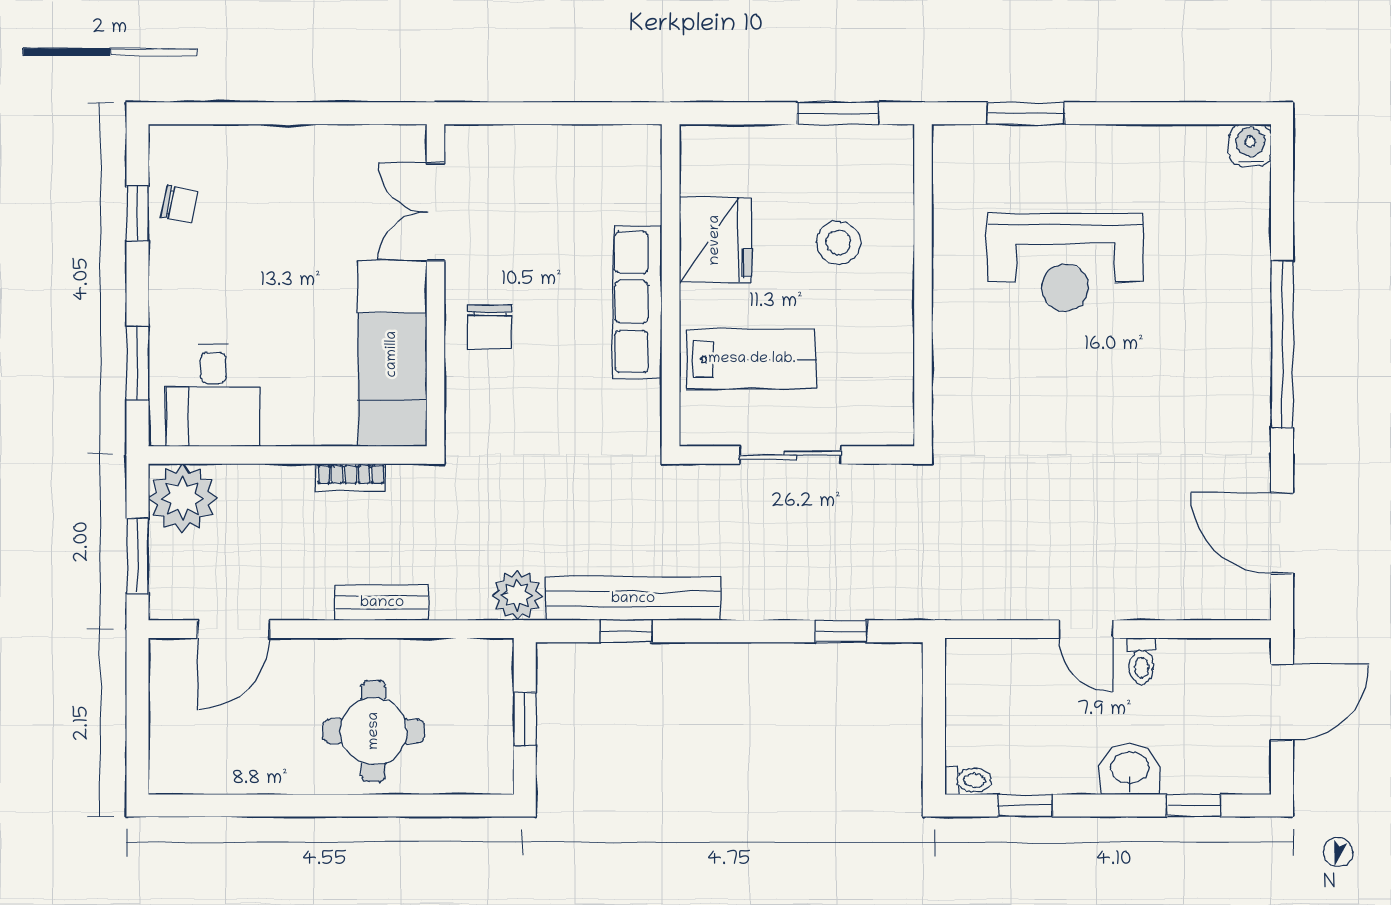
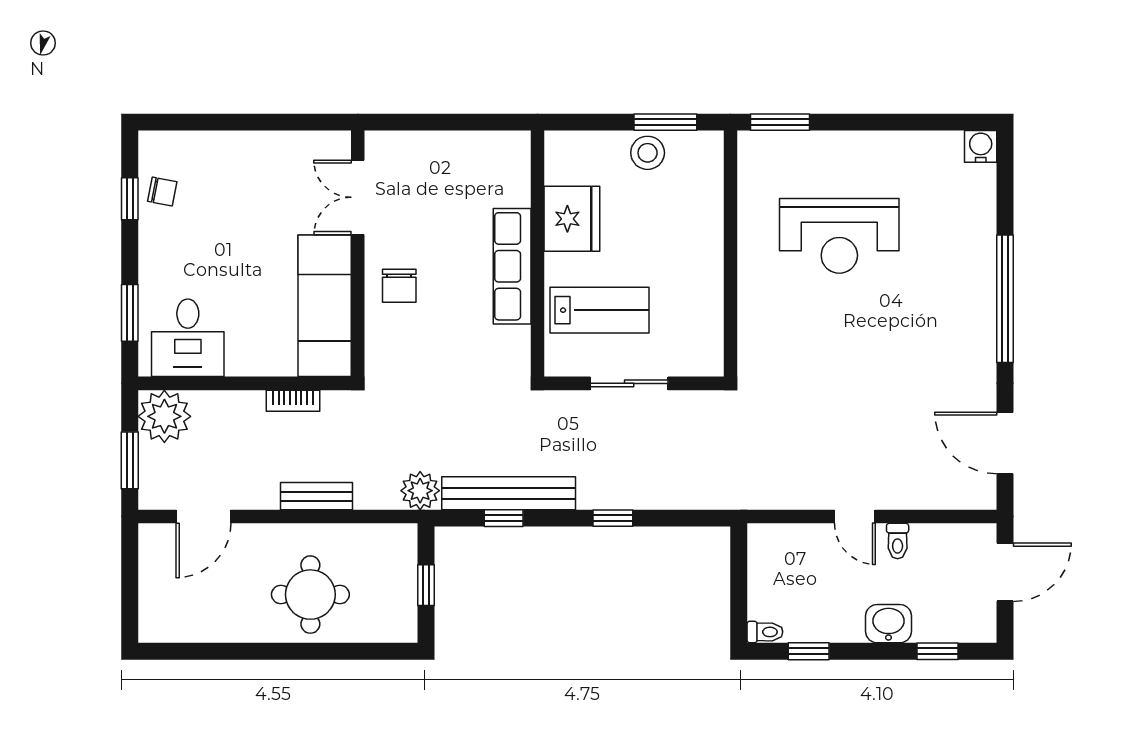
window: (1026, 113) -> (780, 122), moved
stool: (839, 243) -> (648, 153), moved
window: (841, 631) -> (613, 518), moved

